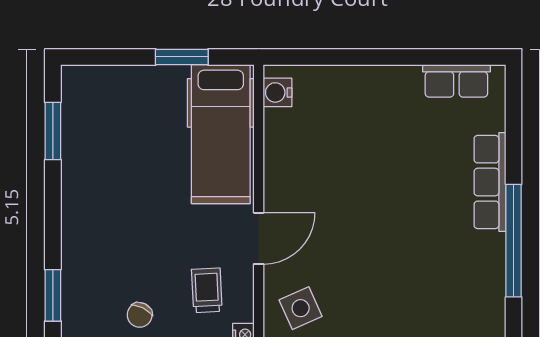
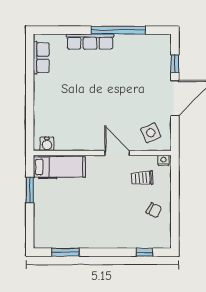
hospital bed: (221, 134) -> (59, 167), width x0.73, depth x0.78
window: (53, 295) -> (145, 252), width x0.67

